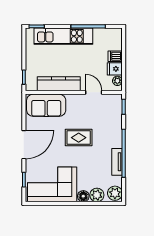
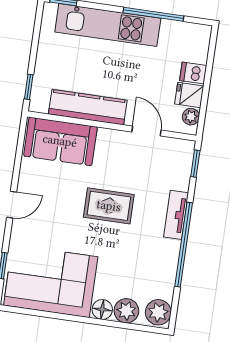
door: (24, 145) -> (12, 205), width x0.53
tv unit: (117, 162) -> (176, 215), moved

